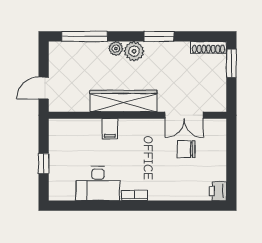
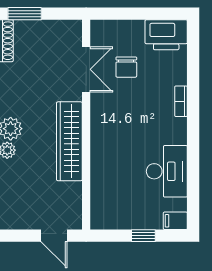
filing cabinet: (110, 129) -> (175, 221), moved, turned 180
printer: (218, 191) -> (166, 35), width x1.87, depth x1.48
bookcase: (134, 195) -> (181, 101), moved

